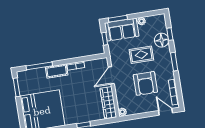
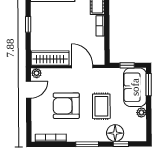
door: (166, 112) -> (29, 90), moved

